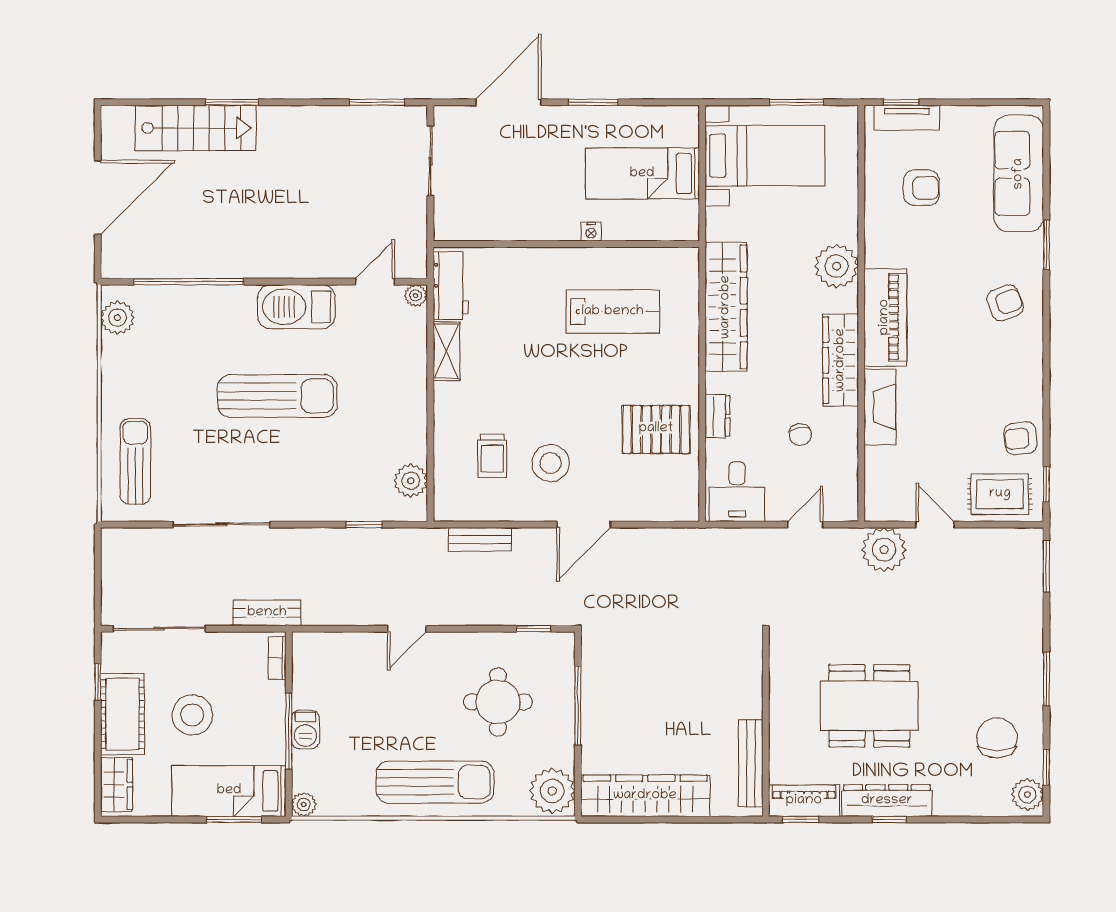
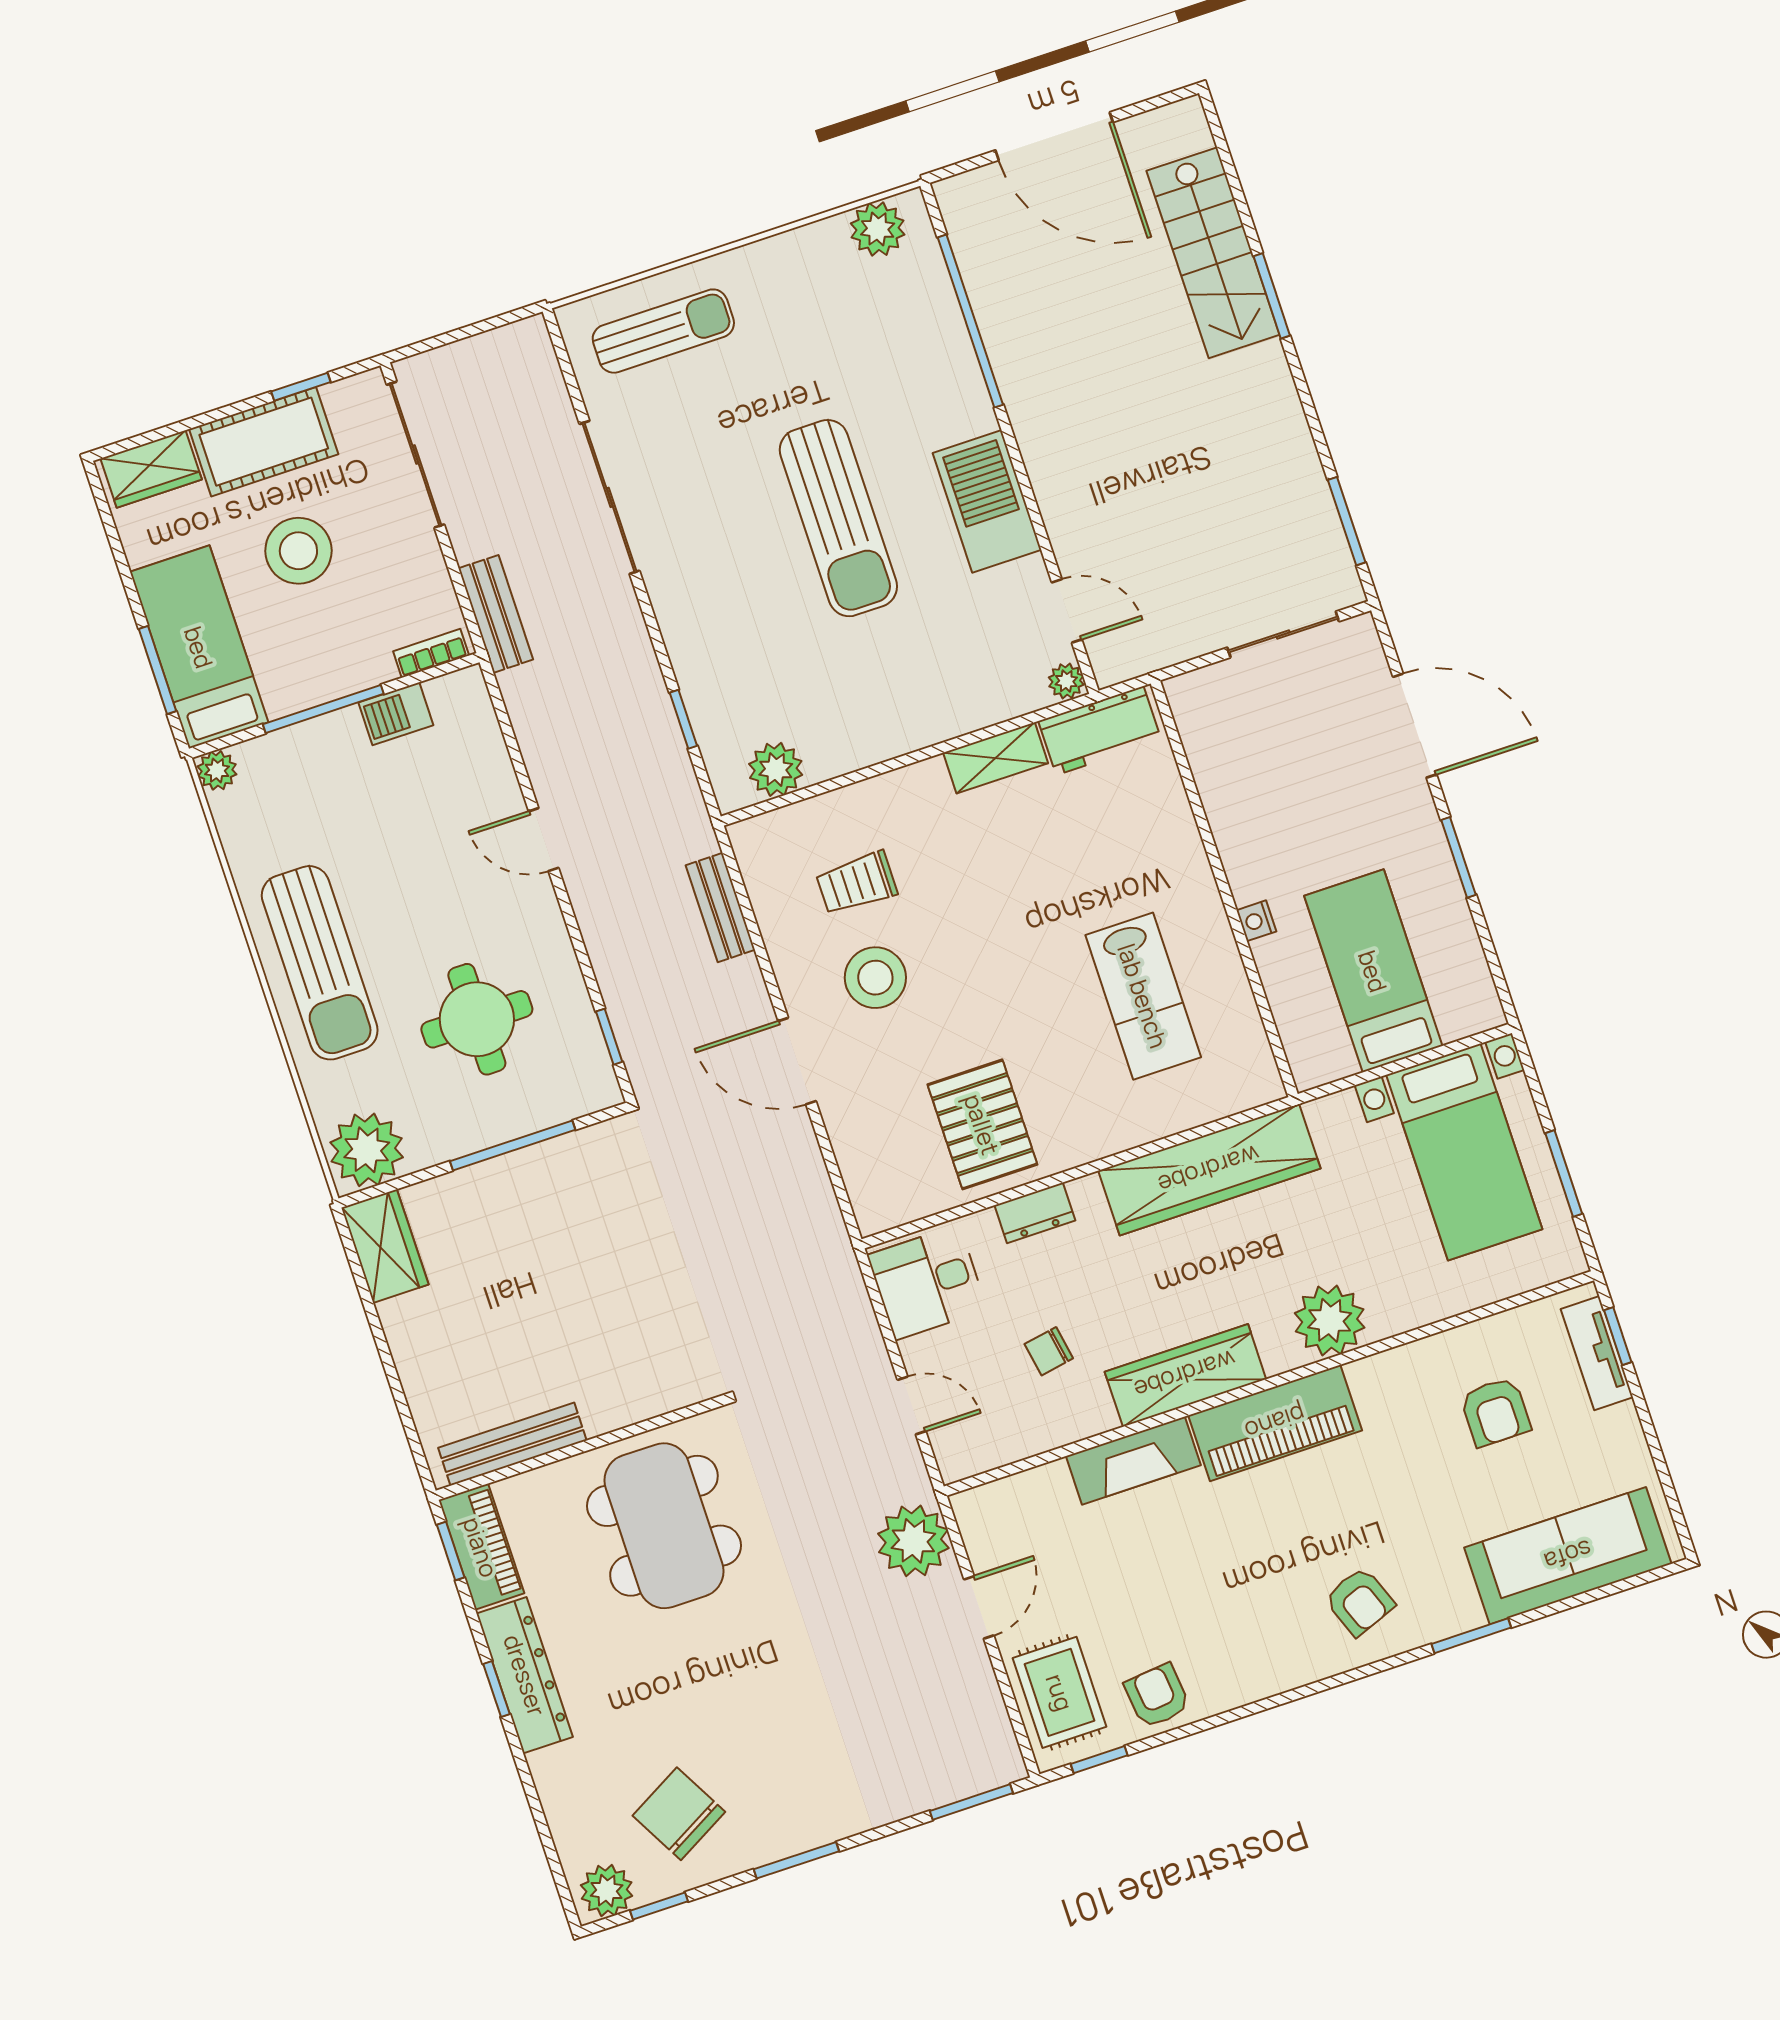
dining table: (869, 706) -> (664, 1526), moved
barbecue: (305, 729) -> (396, 714), moved
chair: (997, 738) -> (679, 1814), turned -119
wardrobe: (645, 796) -> (385, 1246), width x0.48, depth x0.85

